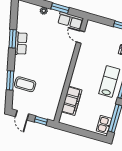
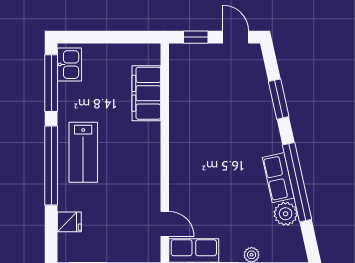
plant: (22, 25) -> (286, 214), added
window: (13, 39) -> (297, 182), width x2.11
coffee table: (25, 84) -> (247, 100), removed

